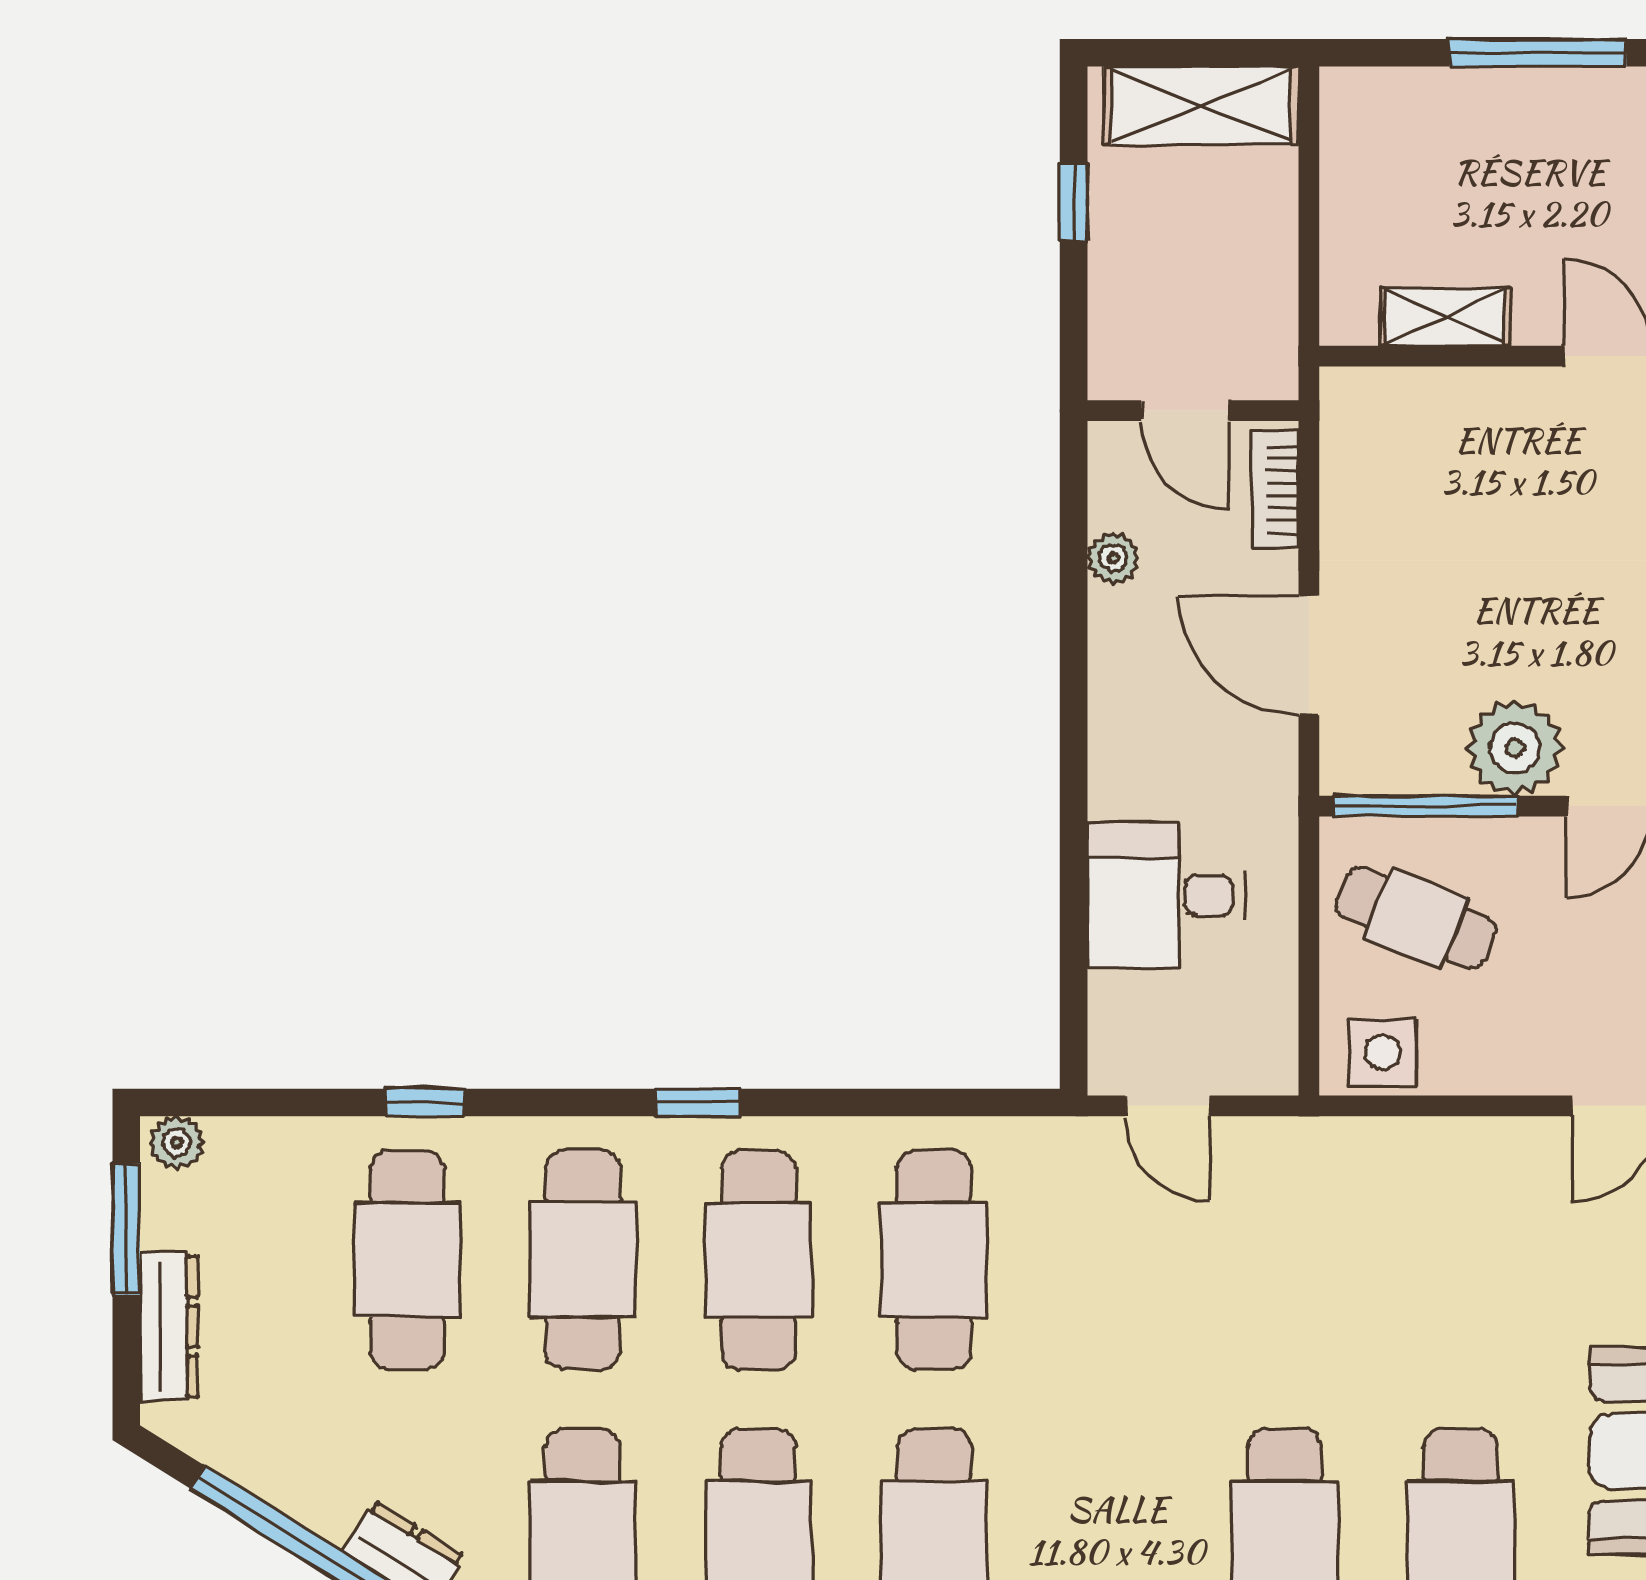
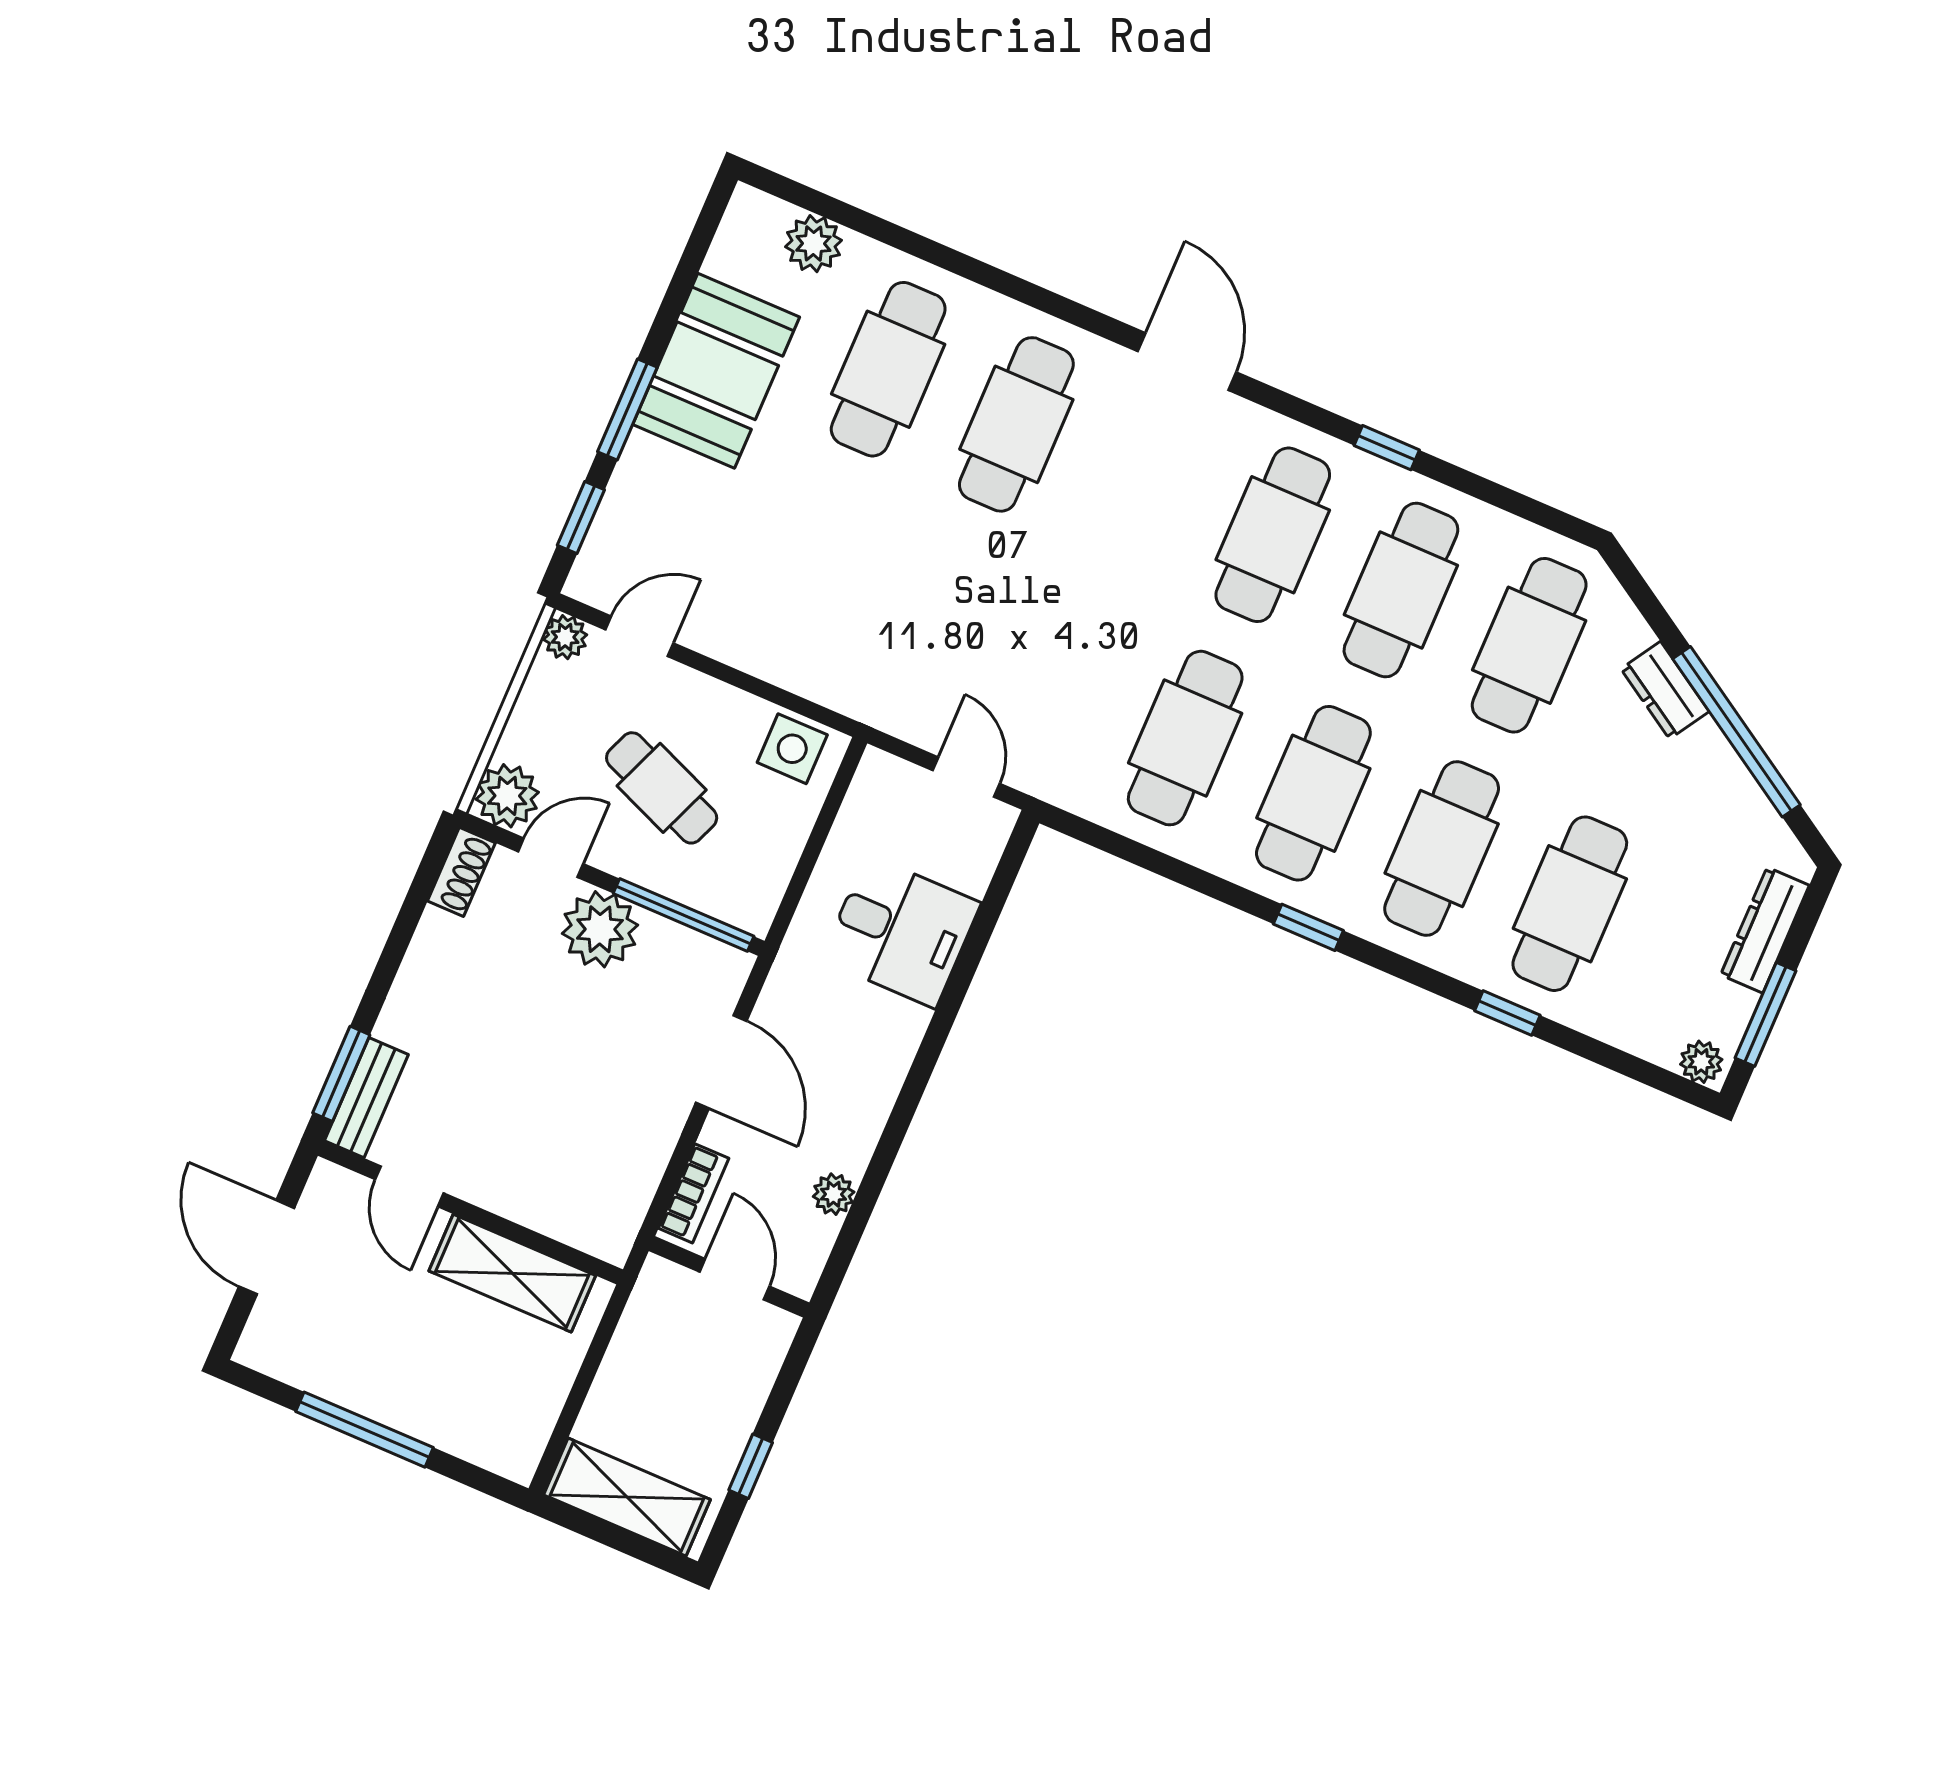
shelving: (1445, 317) -> (512, 1273), width x1.50, depth x1.33
cafe table: (1416, 918) -> (662, 788), moved

